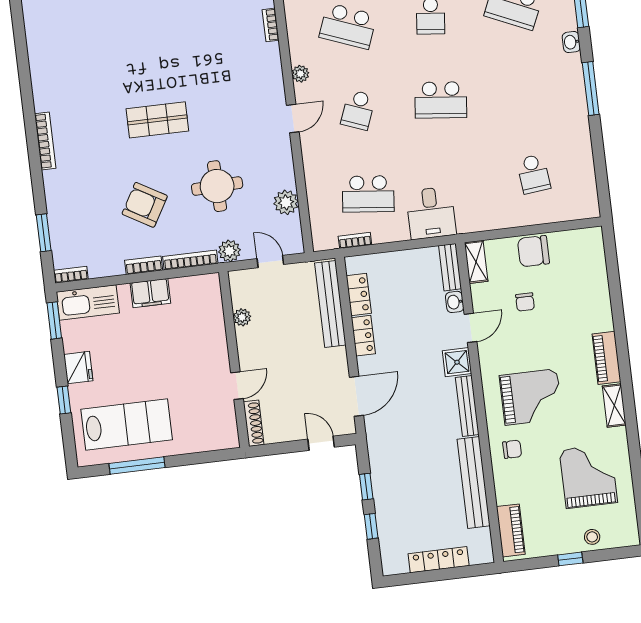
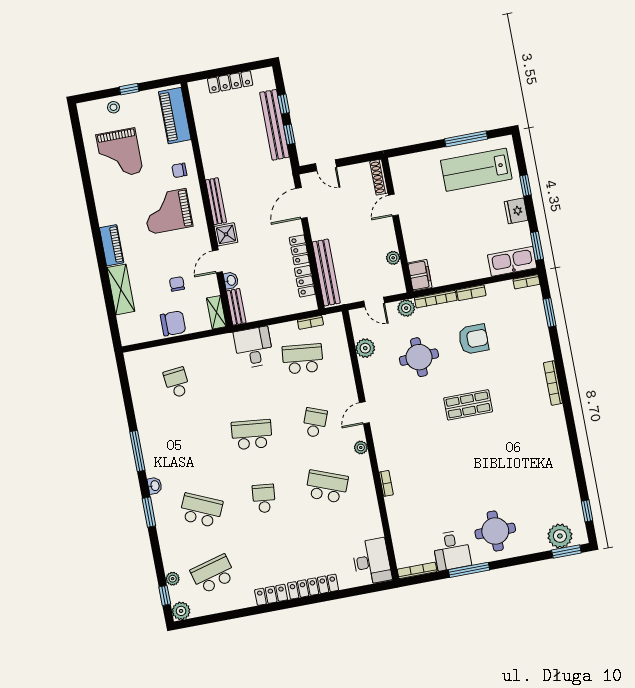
armchair: (145, 205) -> (473, 339), turned -30
filing cabinet: (150, 293) -> (420, 275), moved, turned 90
shelving: (614, 406) -> (121, 289), moved, width x1.50, depth x1.33
bench: (474, 482) -> (274, 125), moved
piano: (511, 530) -> (175, 116), width x1.37, depth x1.33

